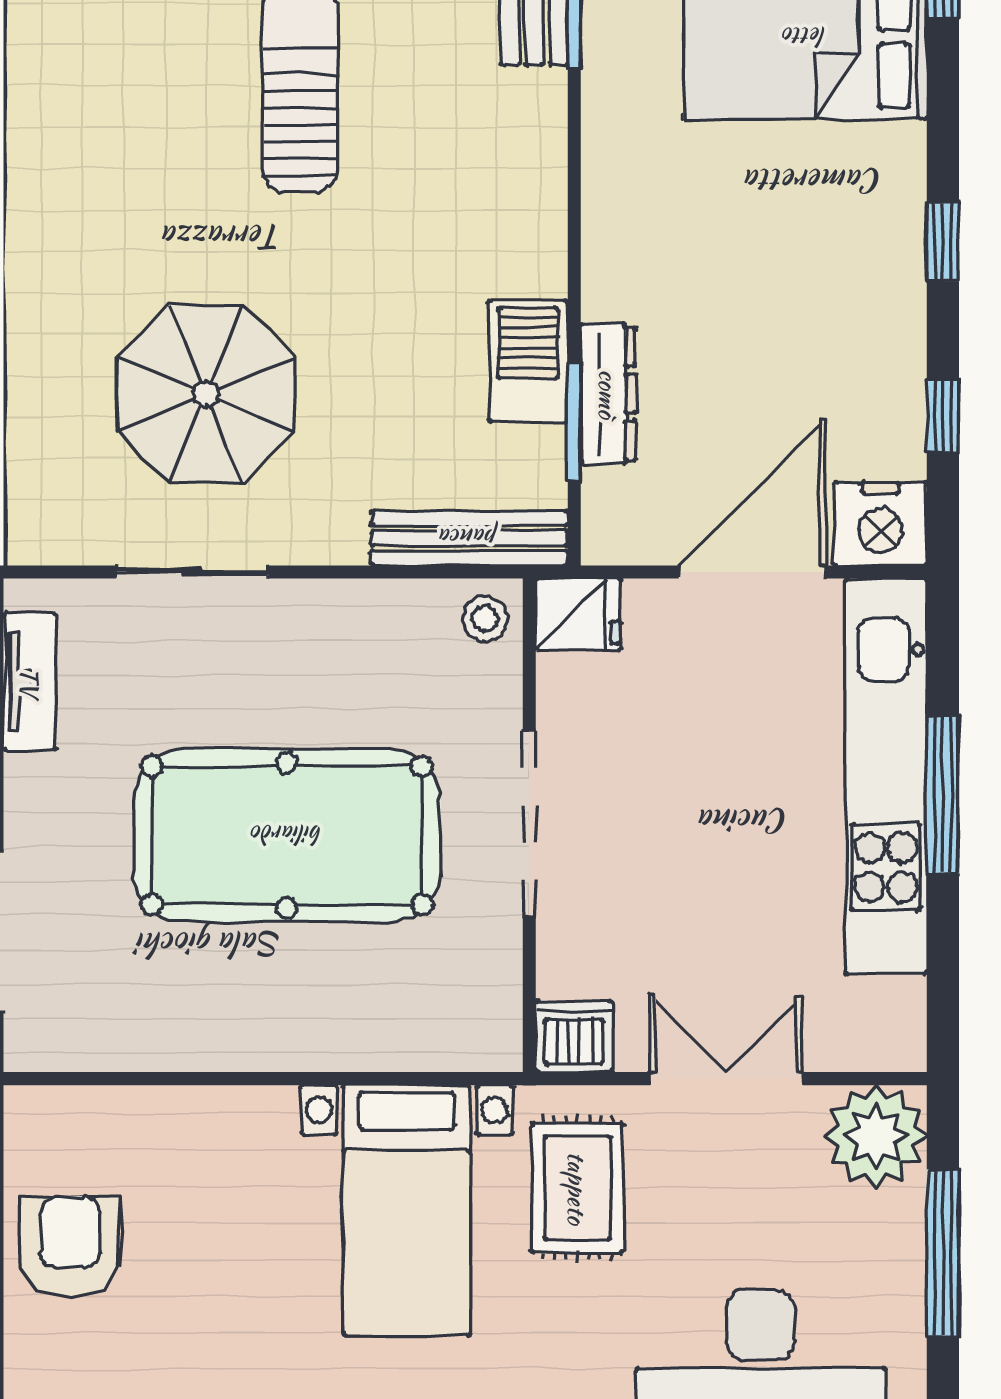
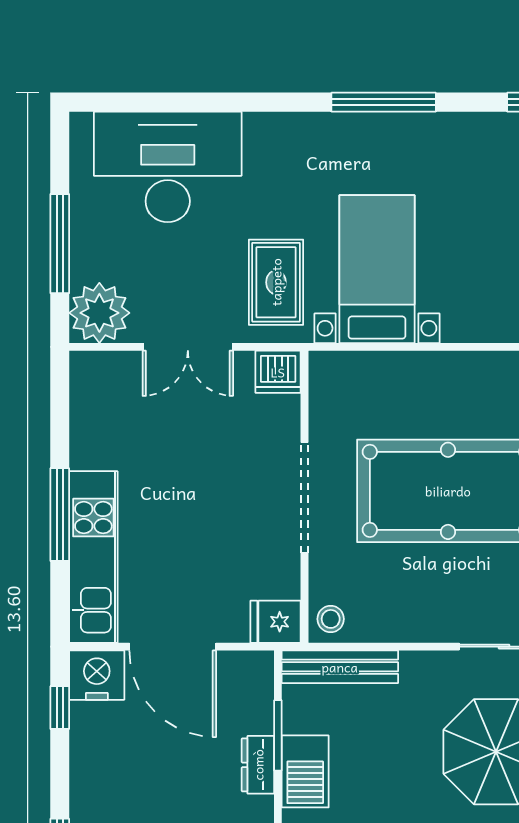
dresser: (608, 394) -> (258, 765), width x0.70
window: (943, 416) -> (60, 708), moved
door: (752, 572) -> (173, 647), hinge flipped
kitchen unit: (886, 776) -> (93, 557), width x0.73

